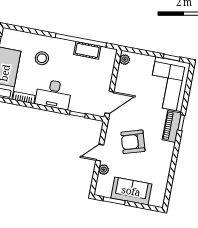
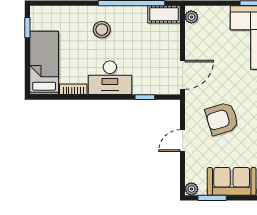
cot: (87, 50) -> (164, 14), moved
stool: (42, 58) -> (102, 30), moved
plant: (104, 170) -> (191, 189), moved

